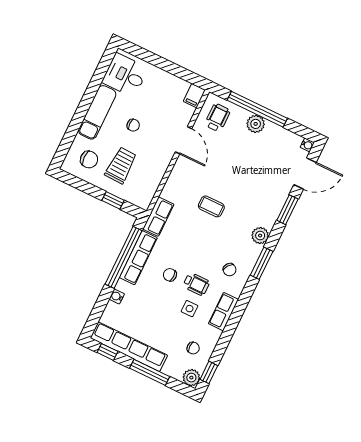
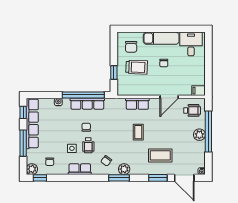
coffee table: (258, 192) -> (160, 155), added
row of seats: (158, 217) -> (137, 104), moved
plant: (260, 236) -> (124, 169), moved

